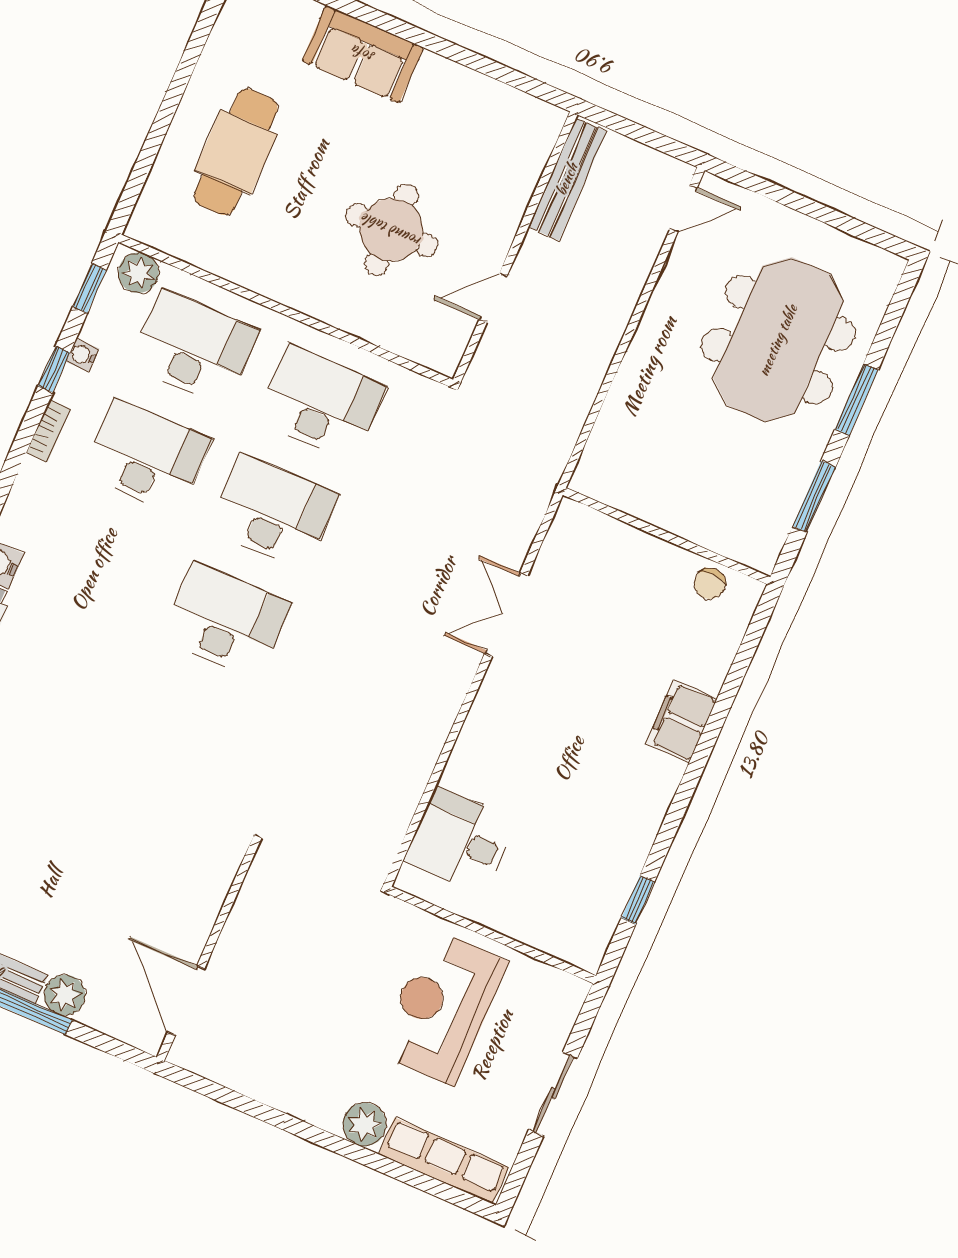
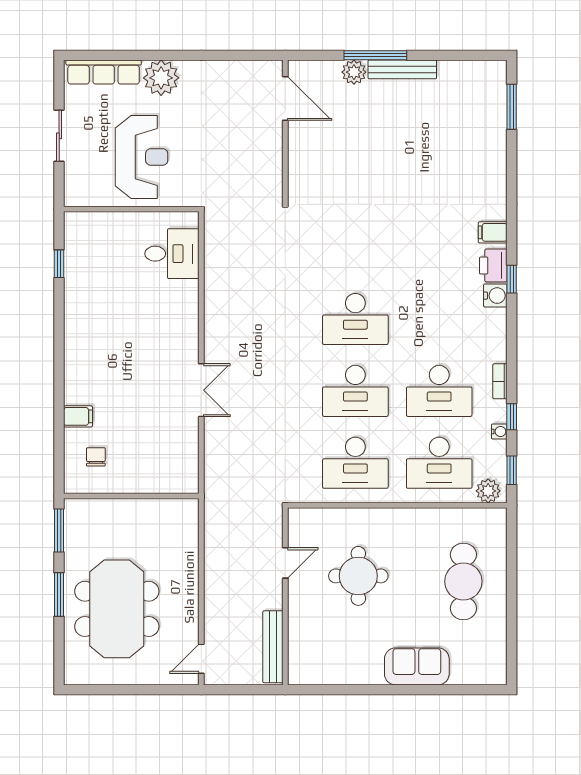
wall: (667, 536) -> (131, 496), moved
filing cabinet: (682, 721) -> (78, 416), moved, width x0.50
plant: (364, 1124) -> (161, 78), width x1.36, depth x1.36

